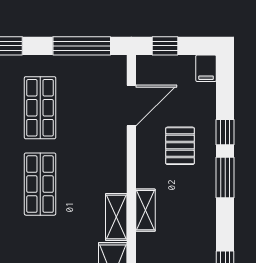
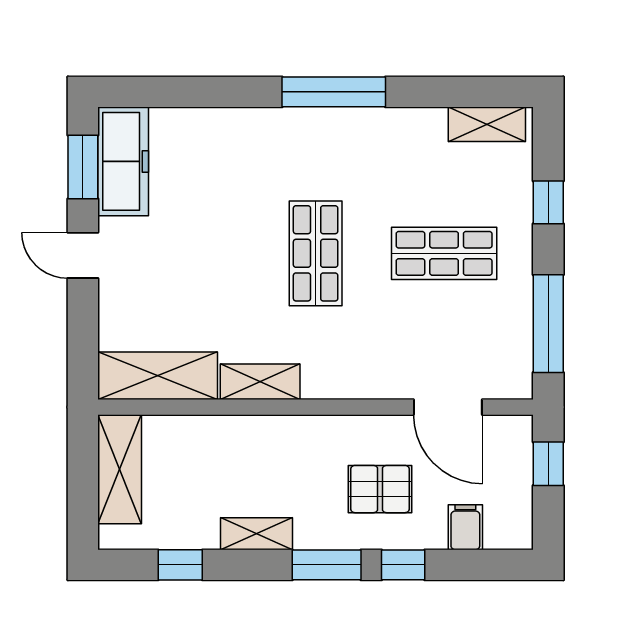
filing cabinet: (206, 68) -> (465, 527), moved, turned 90
shop shelf: (40, 184) -> (316, 253), turned 90
shelving: (145, 210) -> (256, 534), moved

